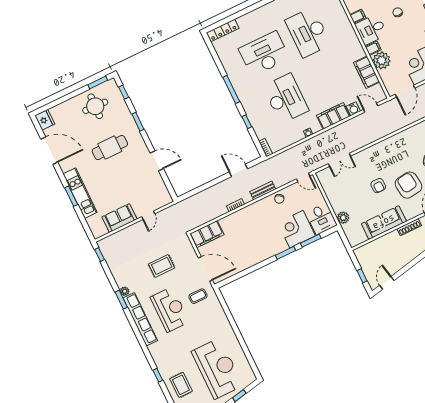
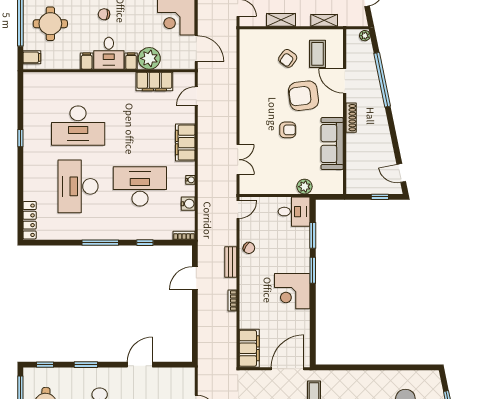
water cooler: (353, 109) -> (188, 204), moved
corner desk: (296, 229) -> (292, 291), moved

